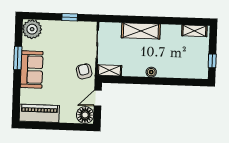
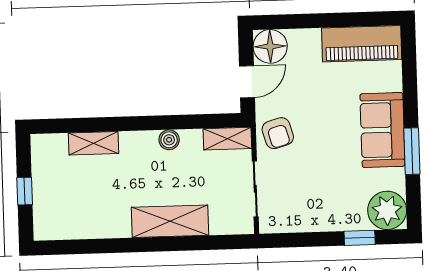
window: (70, 17) -> (360, 238), moved
shelving: (194, 31) -> (94, 143), moved
window: (212, 61) -> (25, 191), moved
boiler: (151, 72) -> (169, 140), moved

